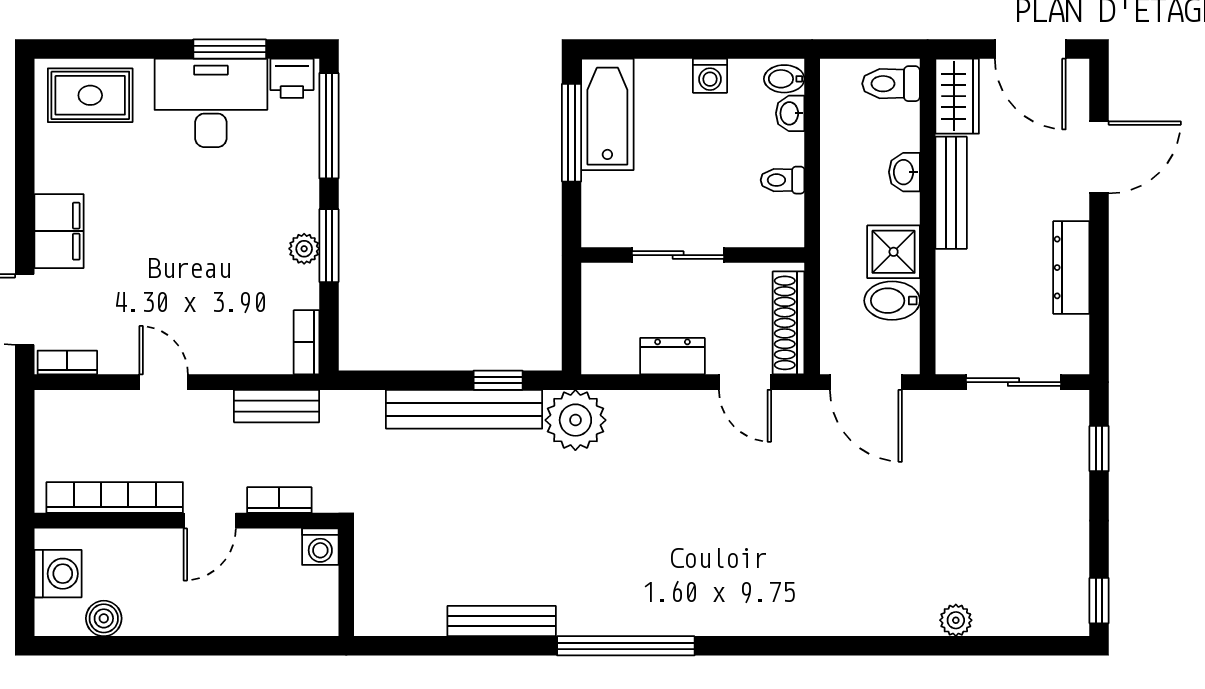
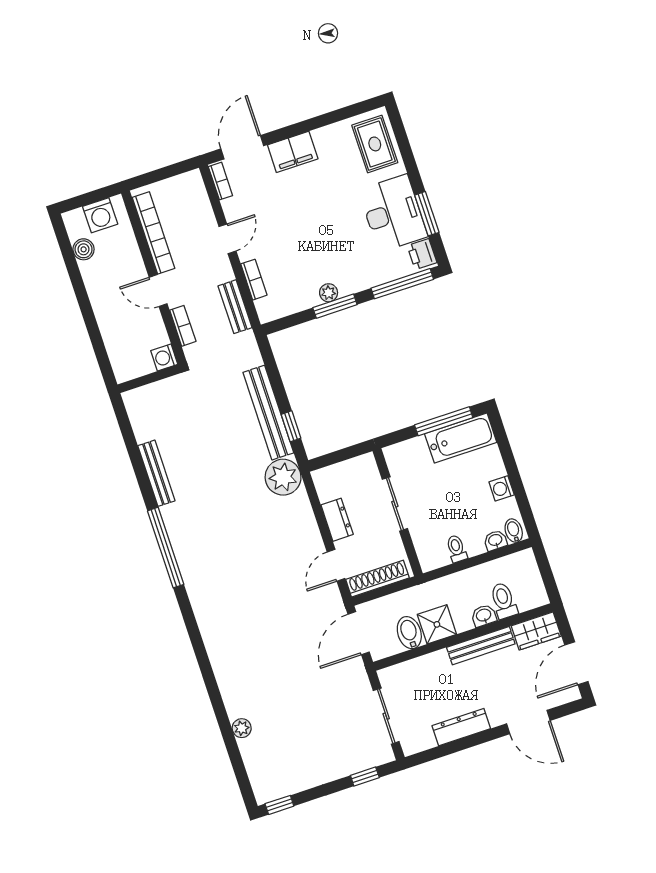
toilet: (891, 84) -> (504, 601), moved
bookcase: (306, 342) -> (254, 280), moved, turned 90

